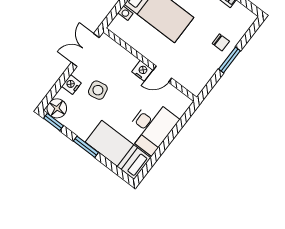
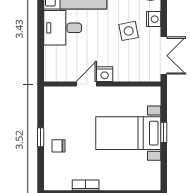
window: (230, 60) -> (41, 137), width x0.67
desk: (151, 127) -> (63, 28), width x0.73

